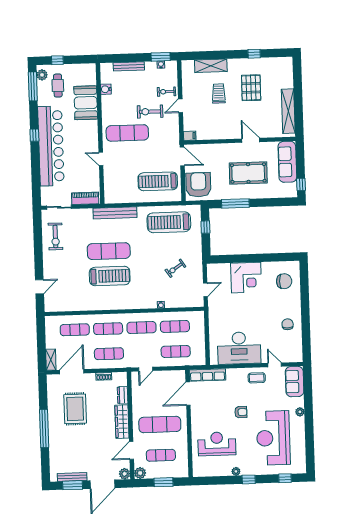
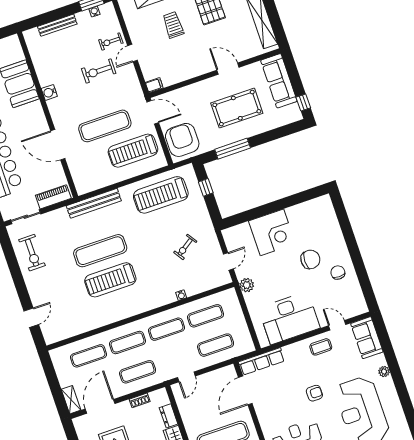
water cooler: (106, 89) -> (49, 92), moved
exercise mat: (127, 133) -> (105, 126), moved
door: (101, 159) -> (58, 145), width x1.88
treadmill: (110, 276) -> (110, 280), turned 180
chair: (284, 281) -> (310, 259), moved
plant: (214, 312) -> (247, 285), added

